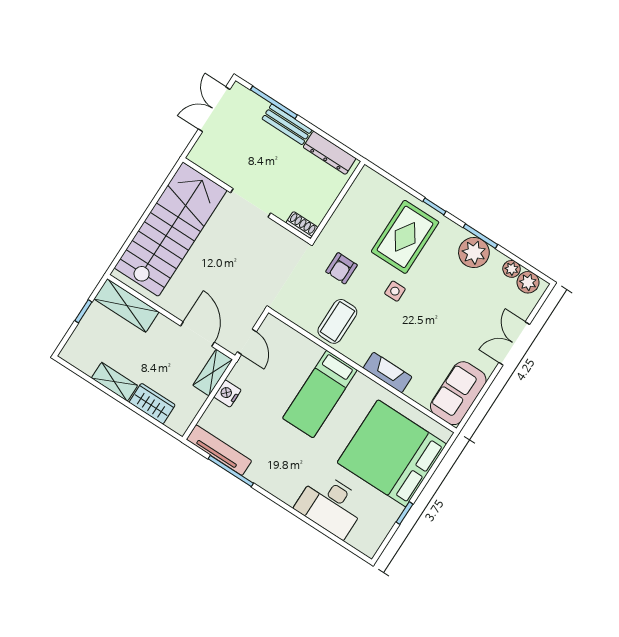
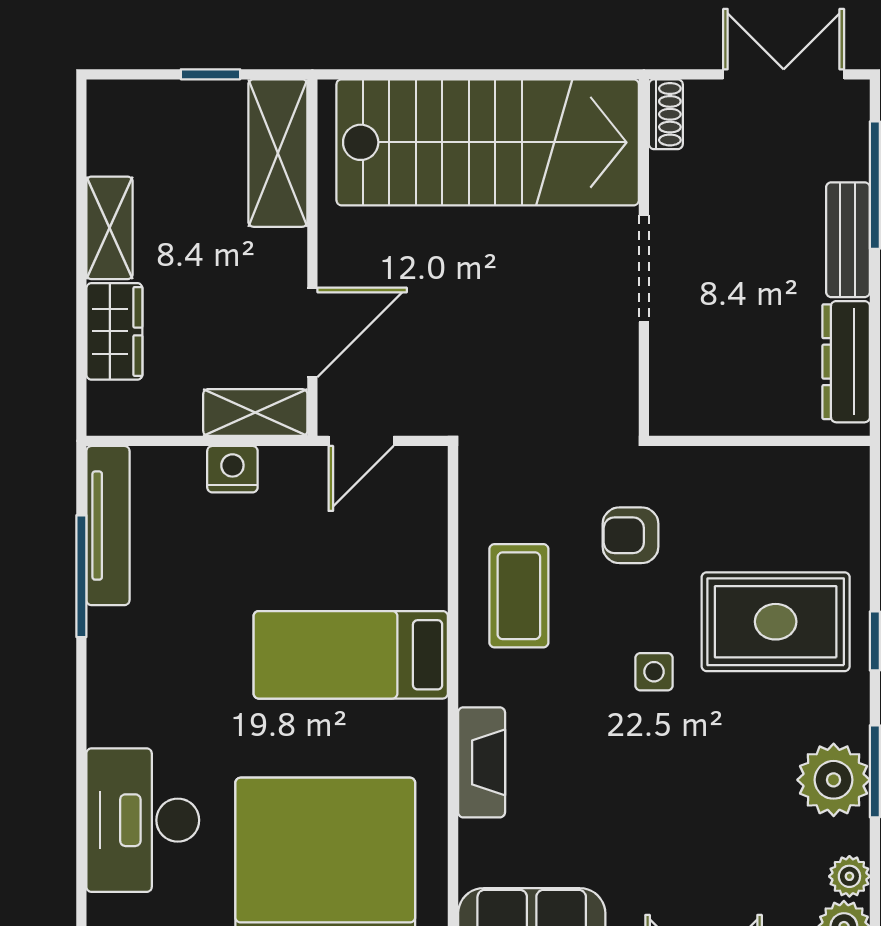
shoe rack: (302, 225) -> (666, 114), moved
coffee table: (337, 321) -> (519, 596), turned 90

